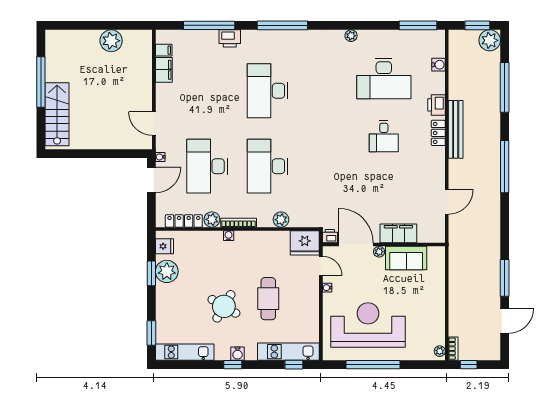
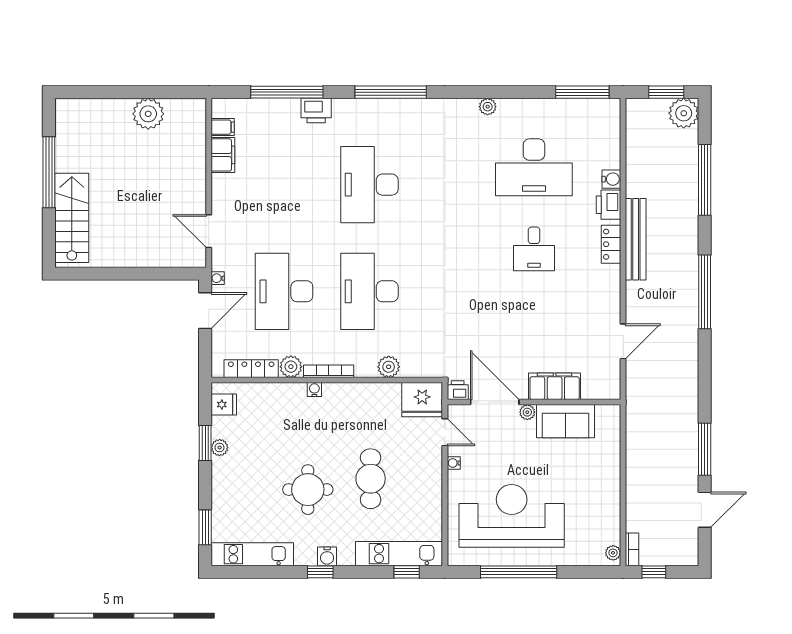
water cooler: (439, 65) -> (611, 179), moved
plant: (167, 271) -> (220, 448), width x0.53, depth x0.53
round table: (224, 306) -> (308, 490), turned -30

